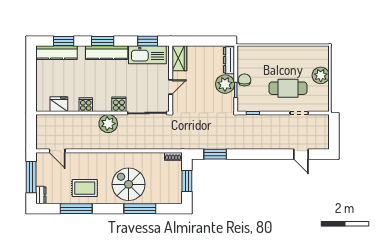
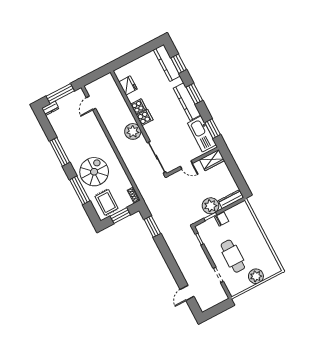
cooker: (119, 104) -> (145, 118), moved
rug: (85, 188) -> (107, 202), moved
window: (76, 209) -> (60, 152), moved

